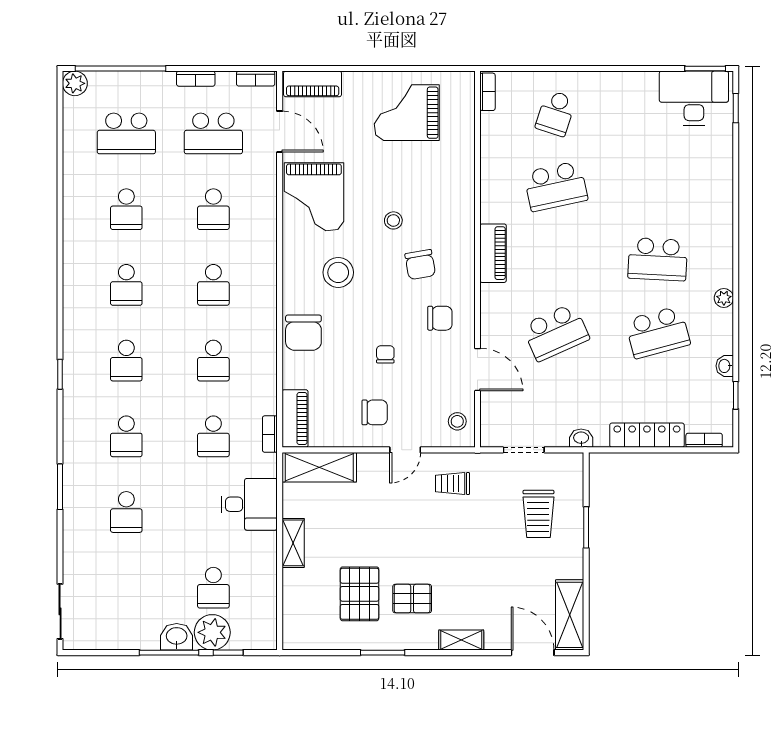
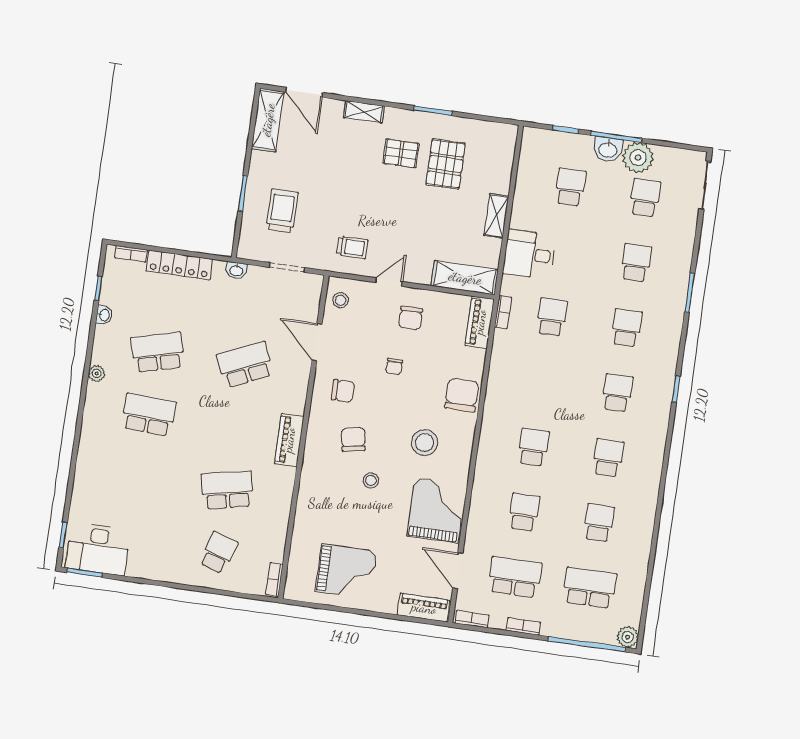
chair: (440, 318) -> (343, 391), turned 180
school desk: (213, 361) -> (645, 198), moved
chair: (375, 412) -> (410, 318), turned -90
plant: (212, 632) -> (638, 158), moved

